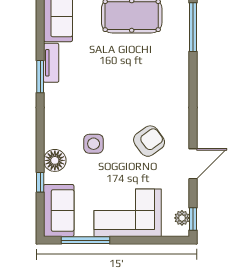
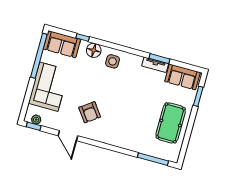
window: (40, 77) -> (159, 59), moved
side table: (94, 144) -> (113, 61), moved
window: (86, 240) -> (39, 56), width x1.46

